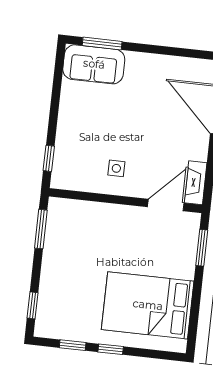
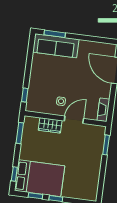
sofa: (94, 64) -> (56, 46), width x1.36
door: (166, 205) -> (74, 120), moved
wardrobe: (97, 214) -> (50, 125), added
bed: (148, 305) -> (40, 178), moved, turned 180

